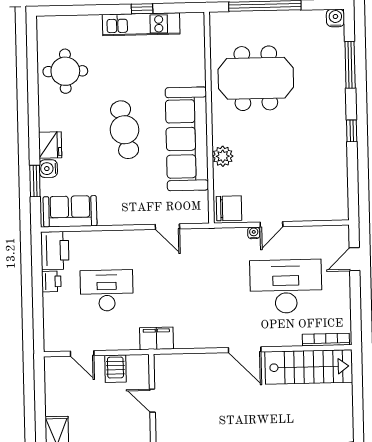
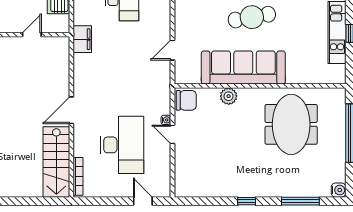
chair: (229, 208) -> (186, 100), turned -90

